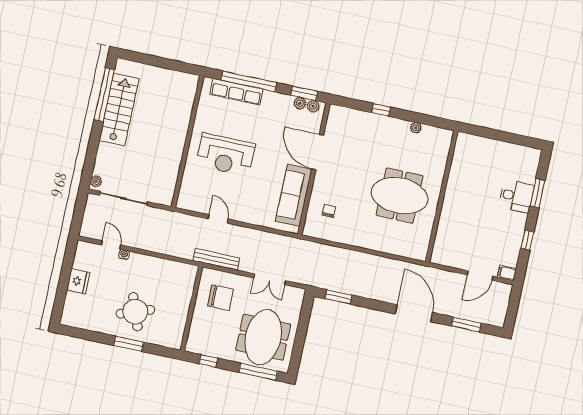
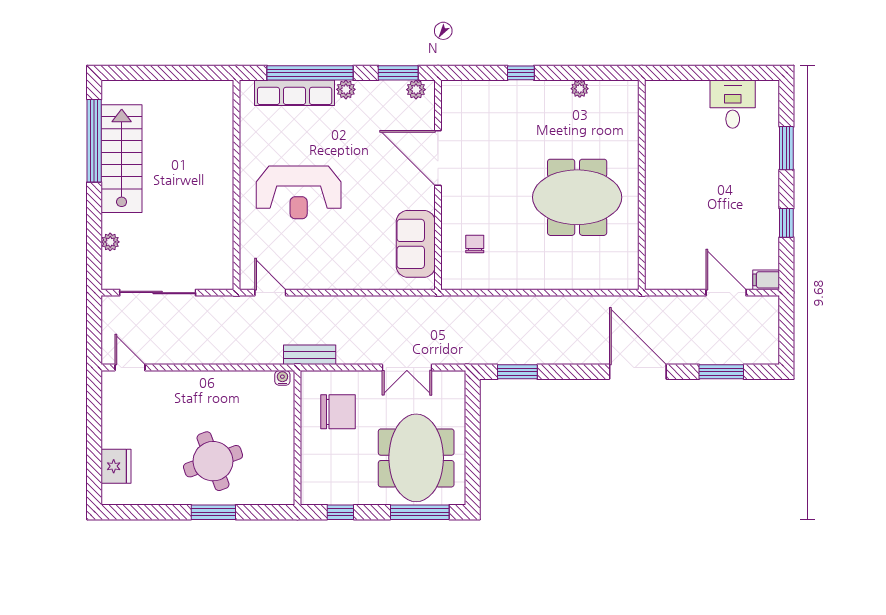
plant: (300, 103) -> (346, 89), moved
plant: (96, 181) -> (110, 242), moved
sofa: (294, 195) -> (416, 244), width x0.73
desk: (516, 196) -> (733, 104), moved, turned -90
door: (218, 219) -> (270, 293), moved
door: (111, 245) -> (130, 368), moved
water cooler: (124, 255) -> (282, 378), moved
bench: (216, 259) -> (310, 355), width x0.73
door: (480, 276) -> (726, 293), swing flipped
fridge: (78, 281) -> (116, 466), moved

